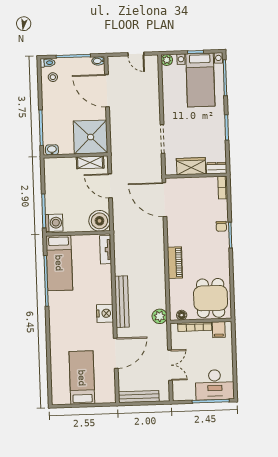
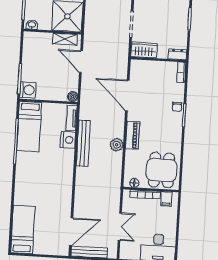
wardrobe: (191, 166) -> (144, 50), moved
door: (164, 200) -> (127, 96), moved
boiler: (99, 221) -> (73, 97), width x0.54, depth x0.54
bench: (122, 302) -> (83, 143), moved
nightstand: (105, 313) -> (68, 140), moved
plant: (160, 316) -> (117, 145), moved
door: (116, 353) -> (71, 232), moved
bed: (82, 378) -> (23, 230), moved

